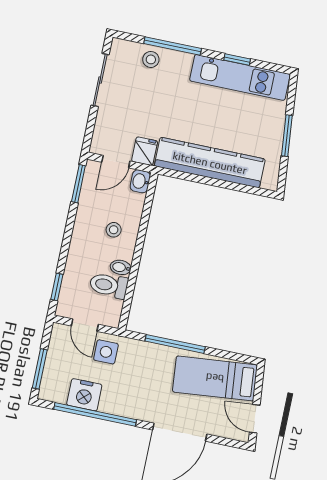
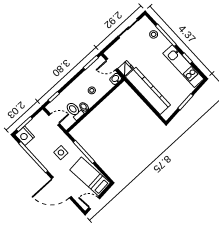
door: (85, 325) -> (54, 119), swing flipped
side table: (106, 352) -> (61, 153), moved
nightstand: (84, 395) -> (25, 136), moved
door: (255, 419) -> (94, 203), hinge flipped

